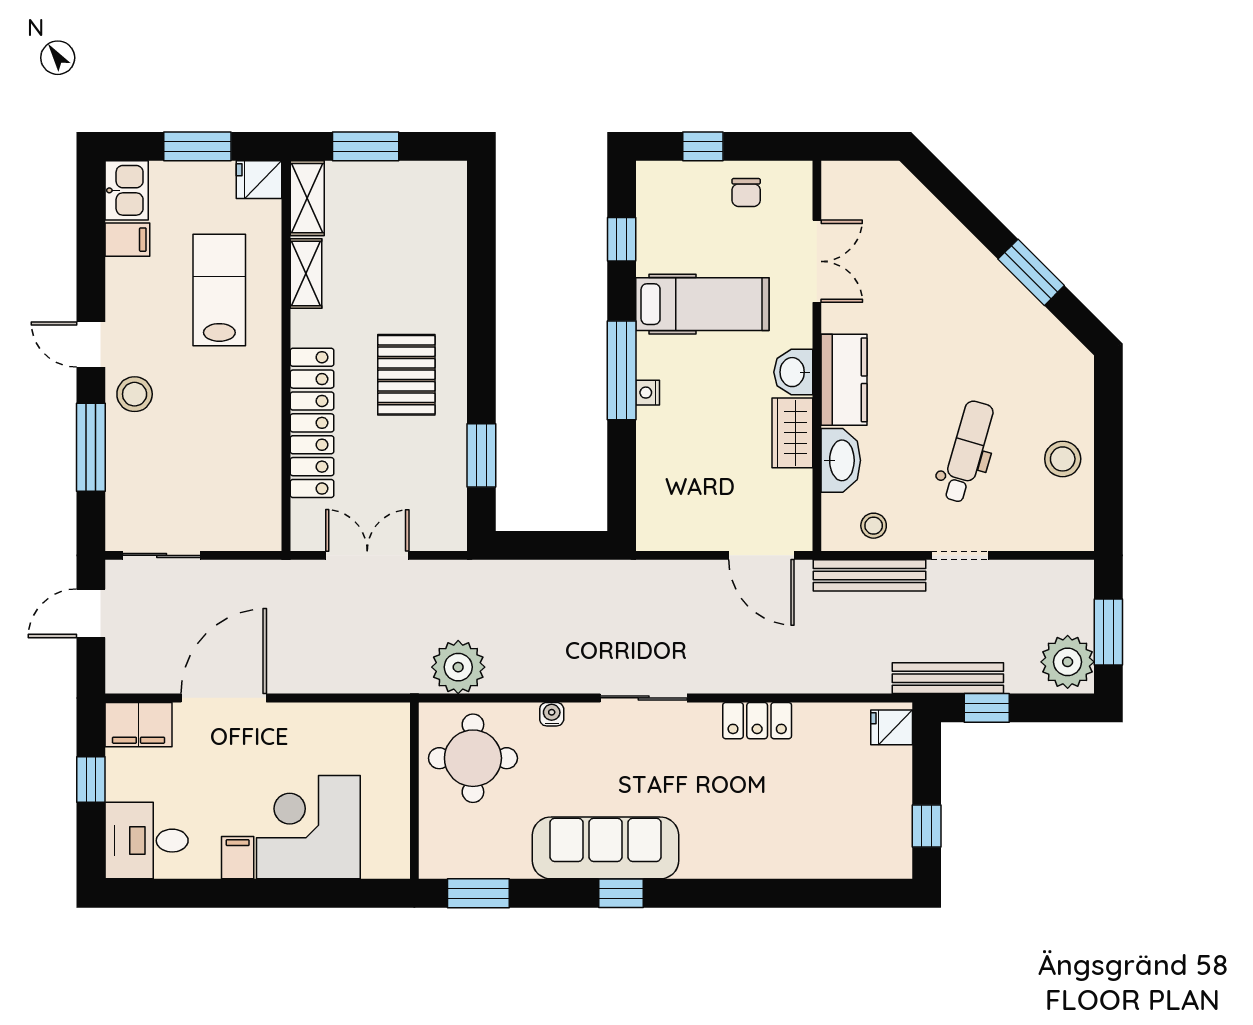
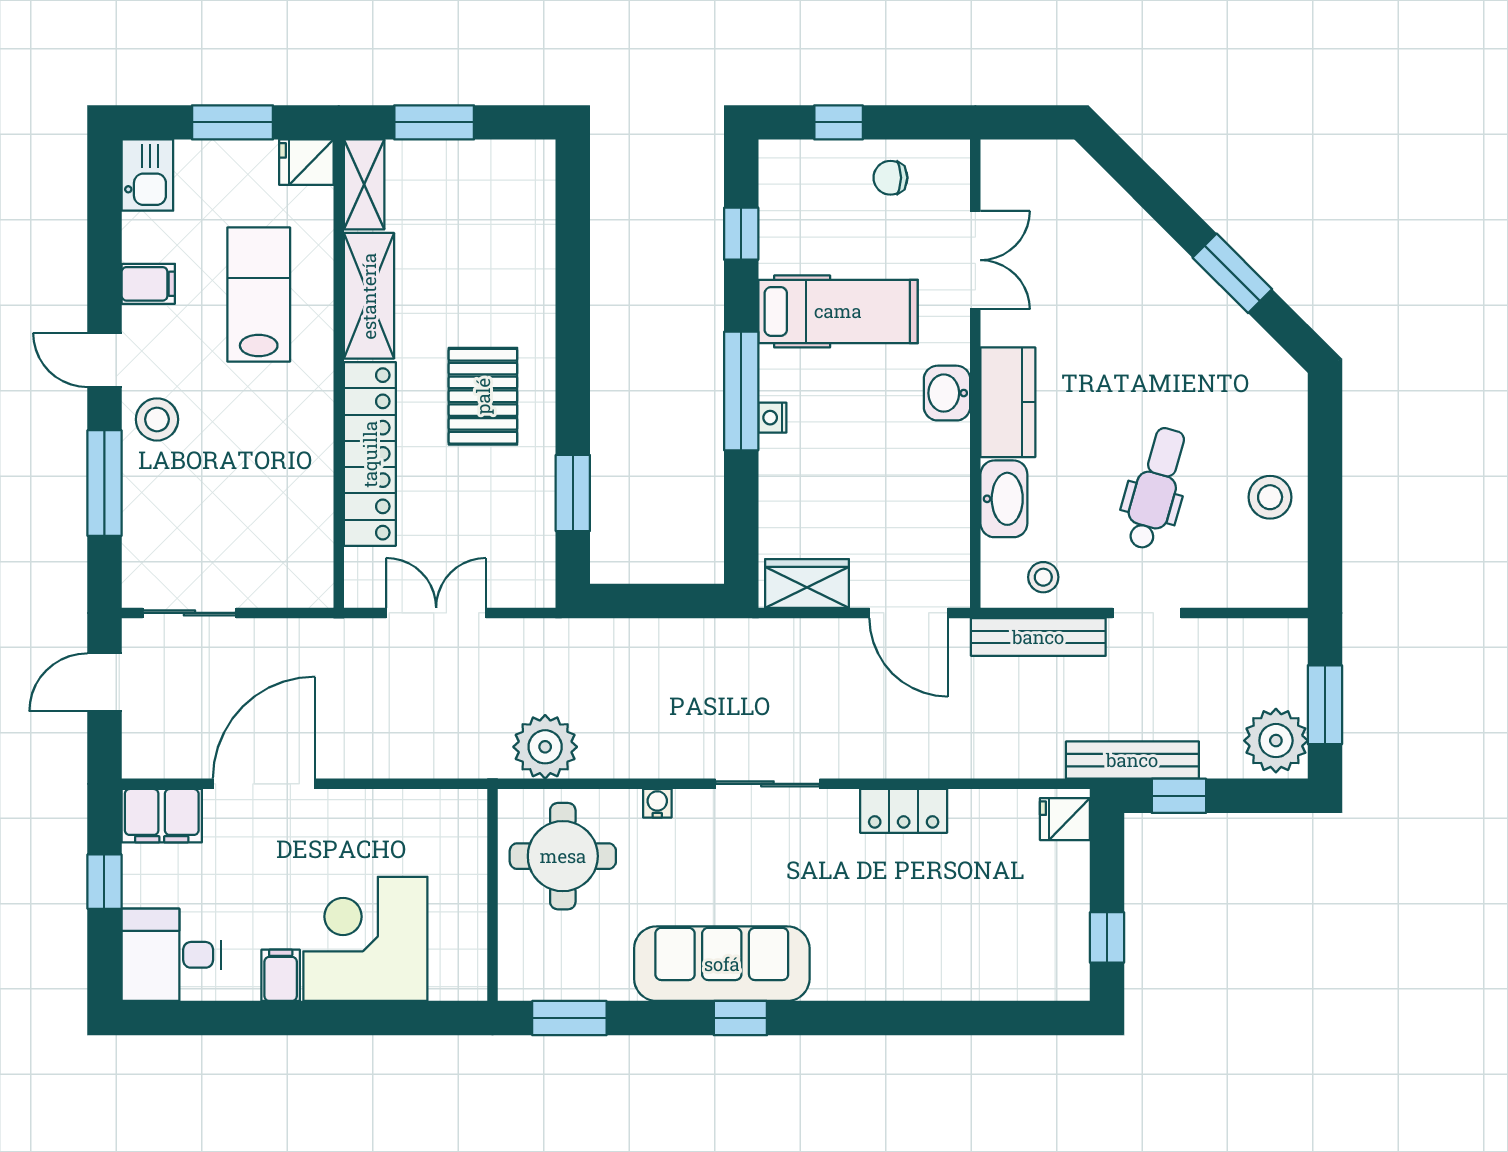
chair: (746, 193) -> (890, 178), turned 90
filing cabinet: (127, 240) -> (148, 284), moved
shelving: (306, 274) -> (369, 296), width x1.50, depth x1.33
wardrobe: (792, 433) -> (807, 583), moved, turned 90

